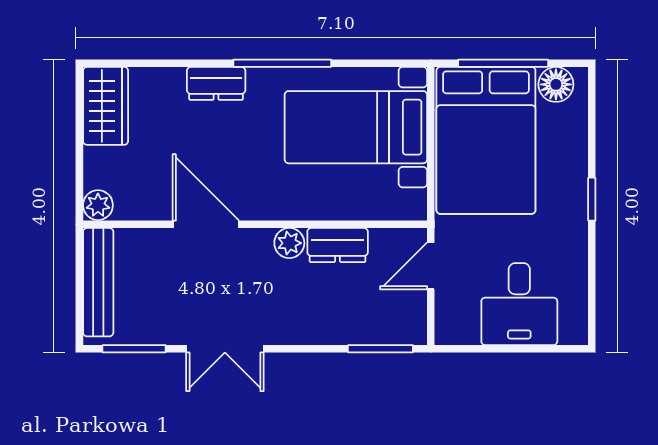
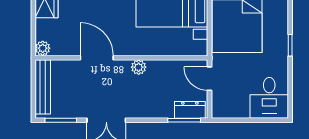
dresser: (338, 245) -> (190, 110), moved, turned 180
door: (431, 266) -> (209, 79), hinge flipped
desk: (519, 304) -> (269, 98), moved

